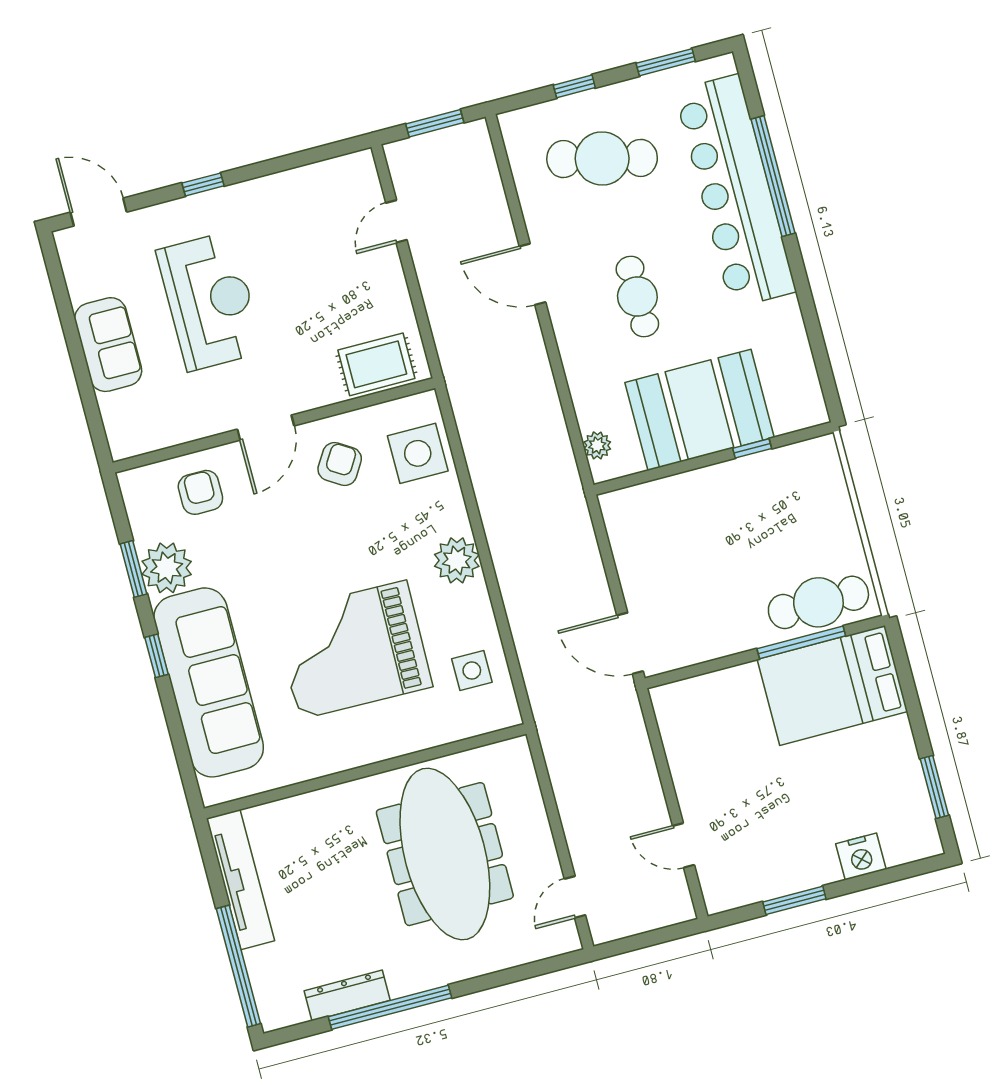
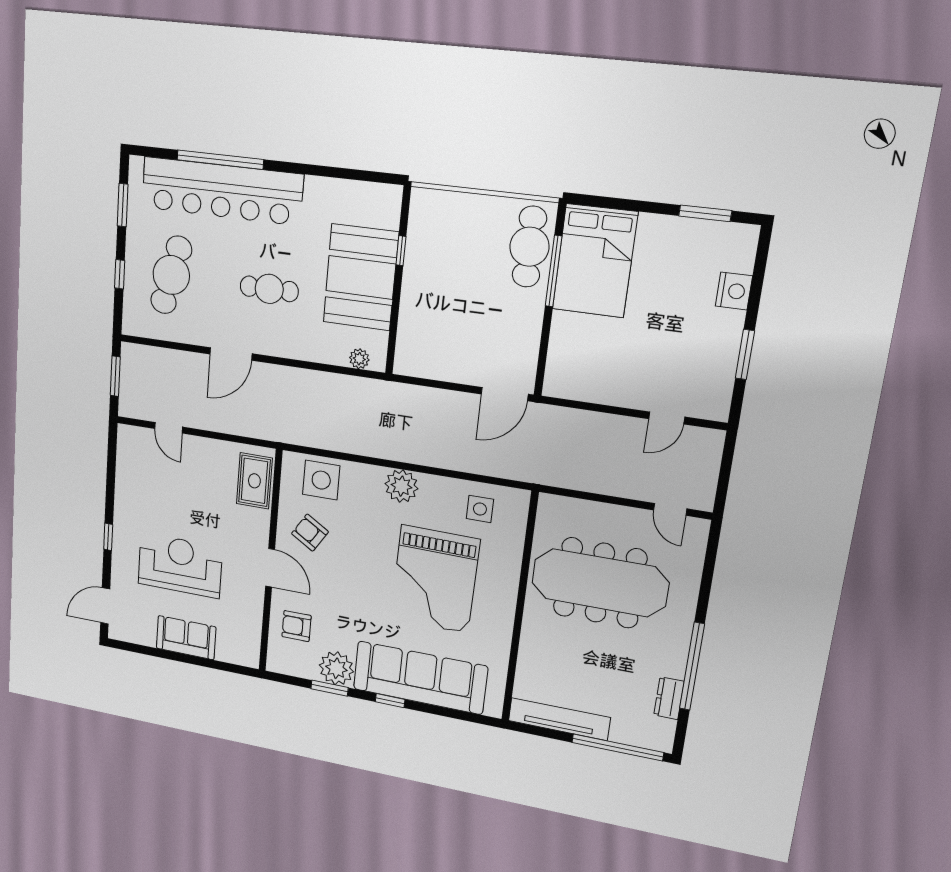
dresser: (347, 995) -> (669, 698), width x0.70

